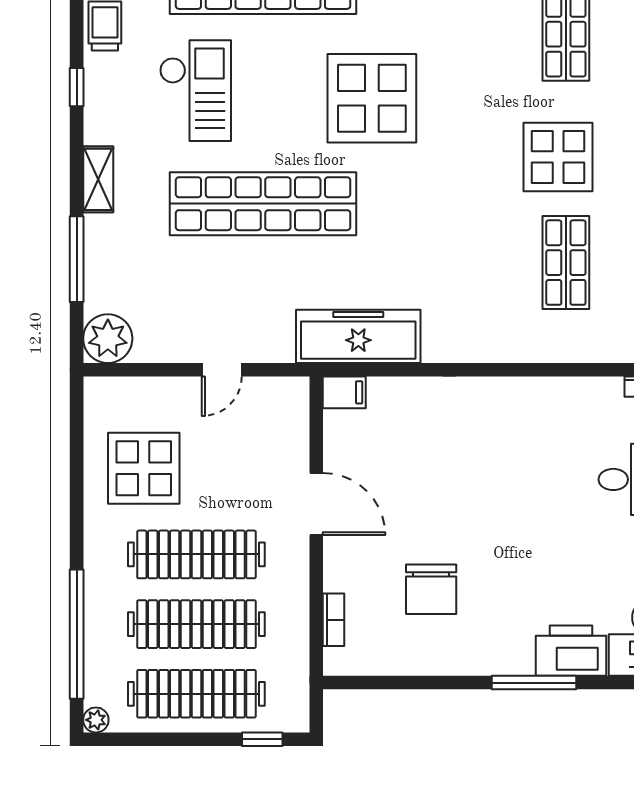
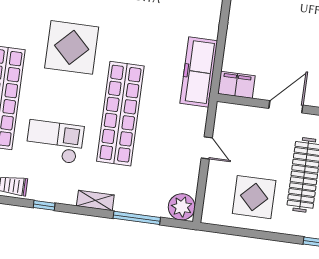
filing cabinet: (344, 392) -> (236, 85), width x2.00

